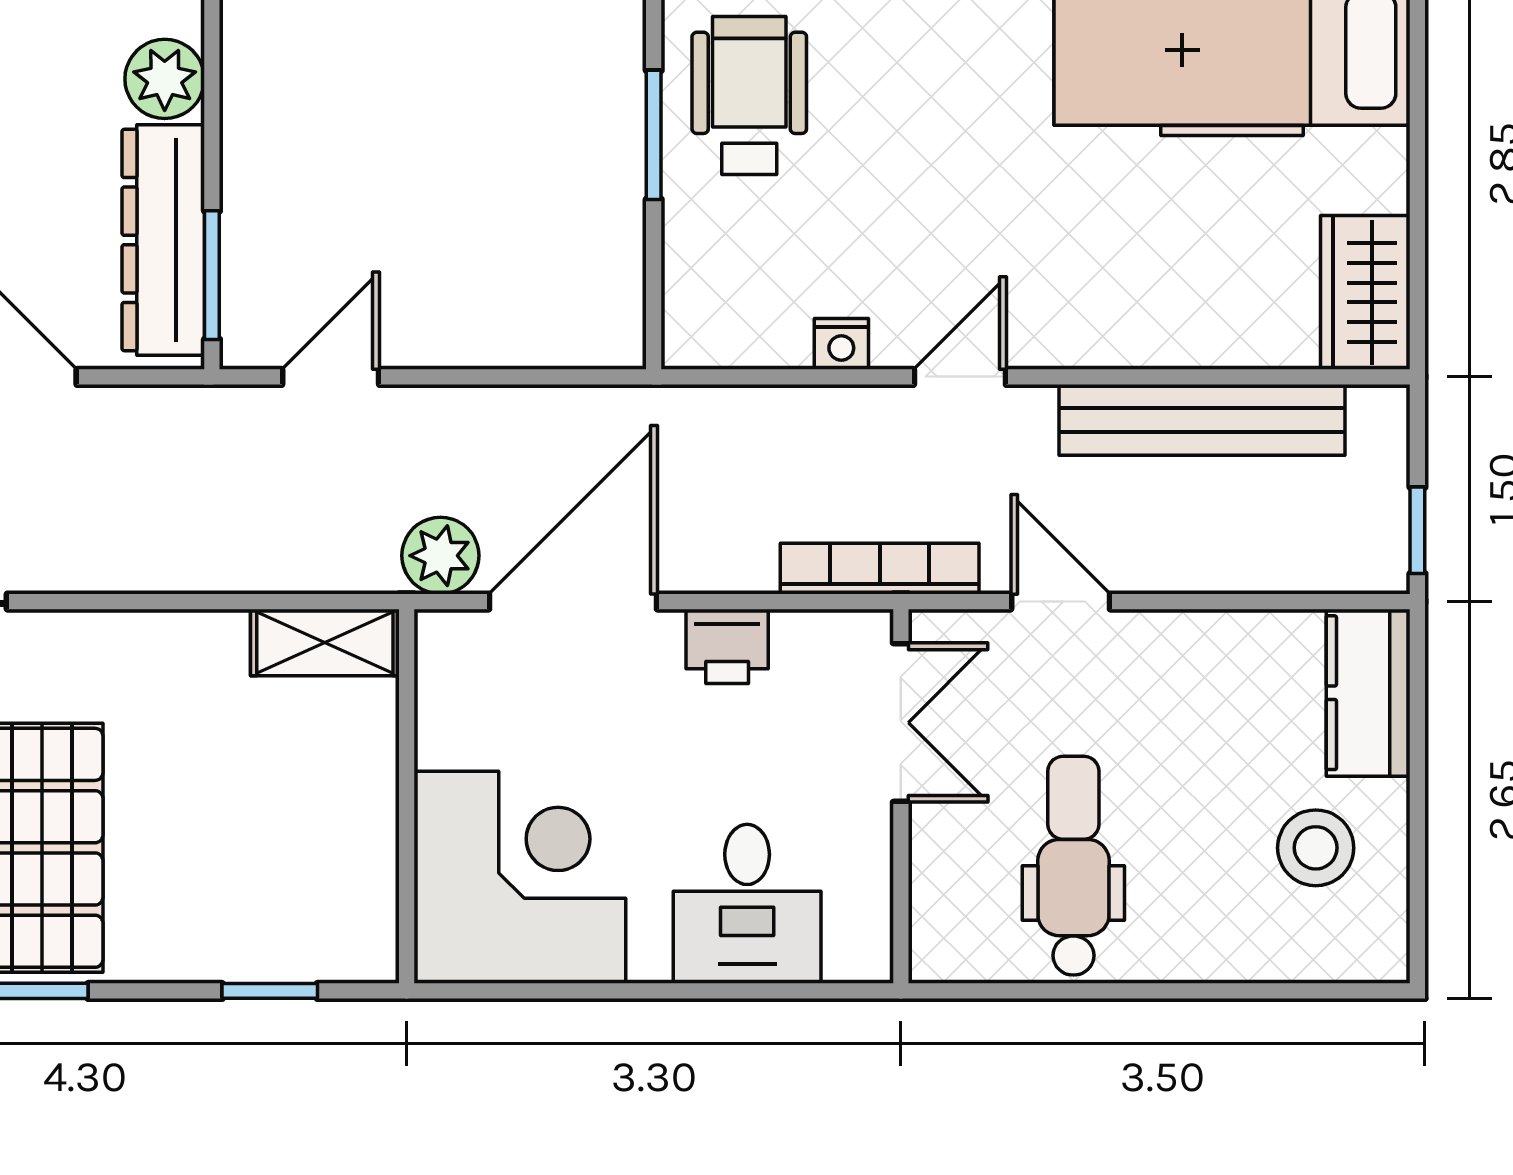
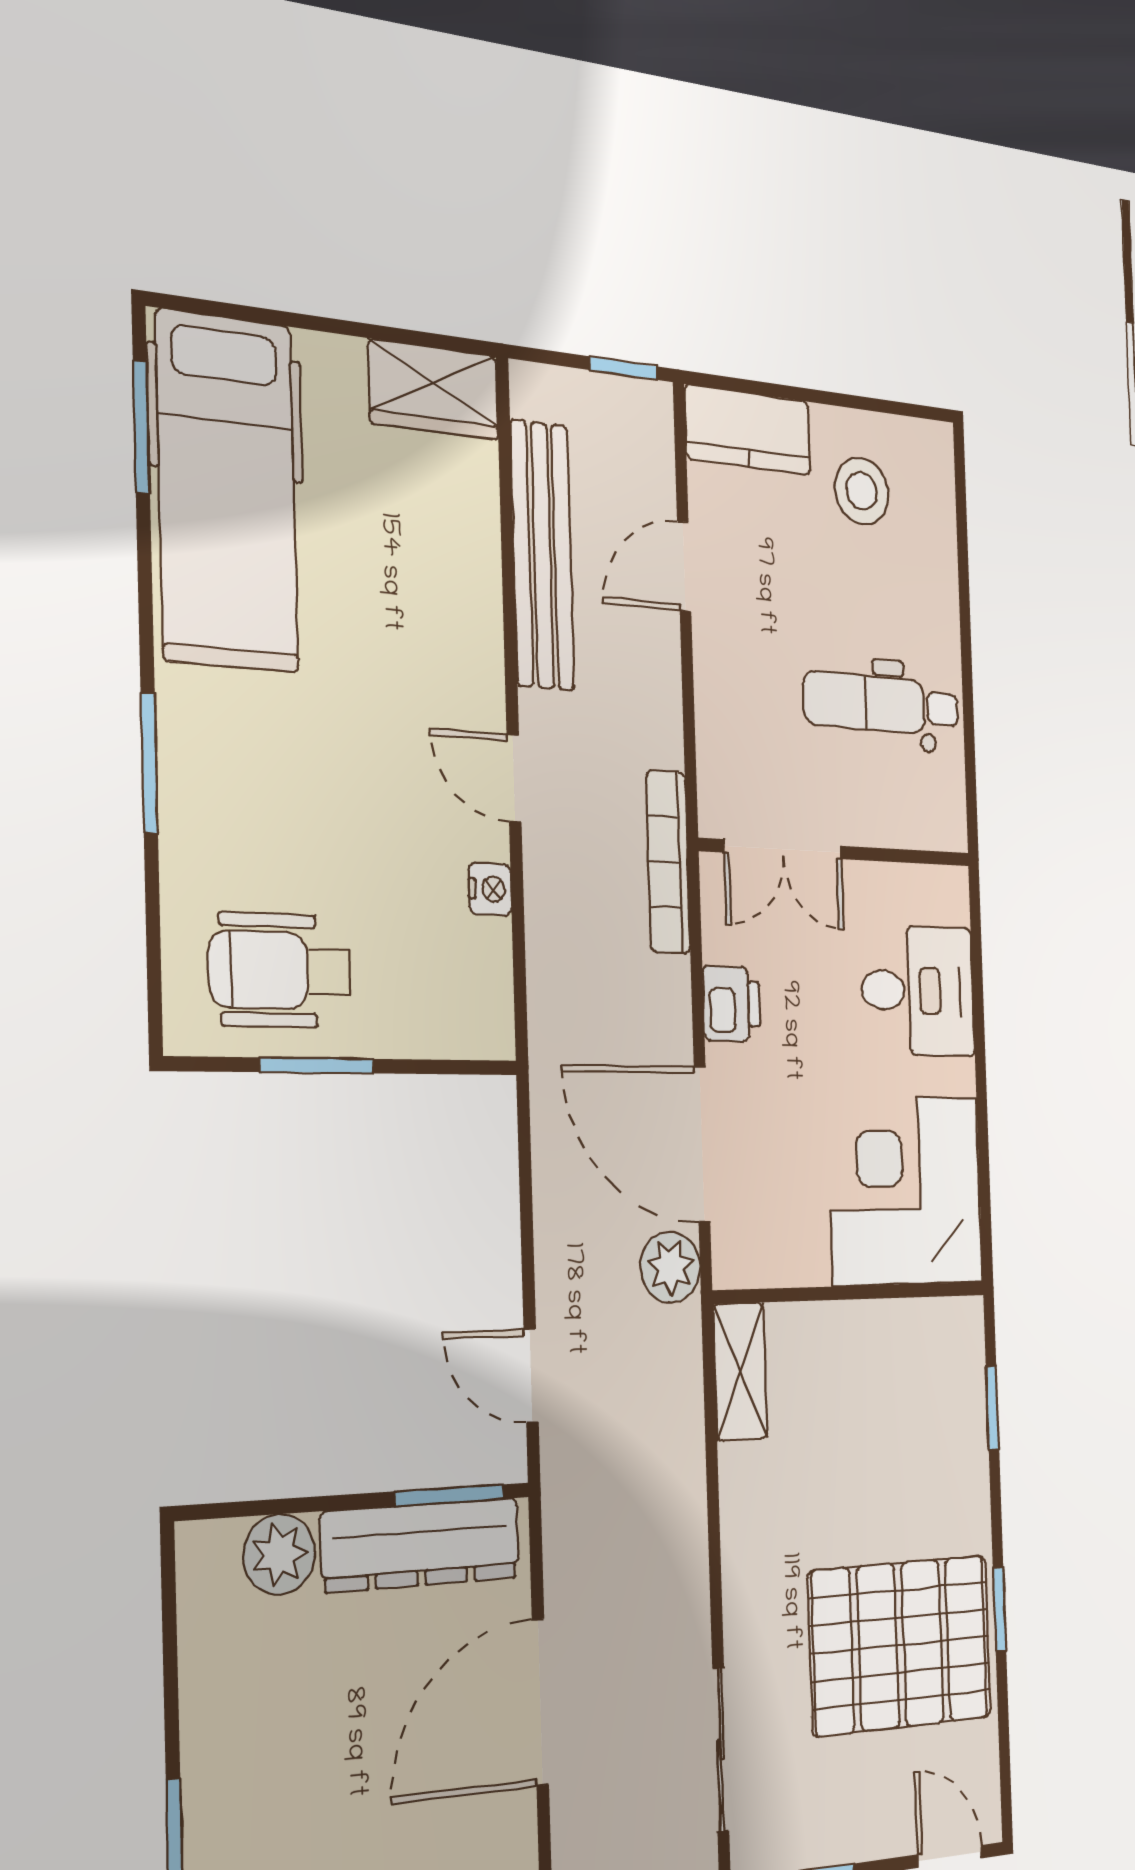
door: (1061, 602) -> (684, 567), moved
double door: (901, 723) -> (783, 849), swing flipped

